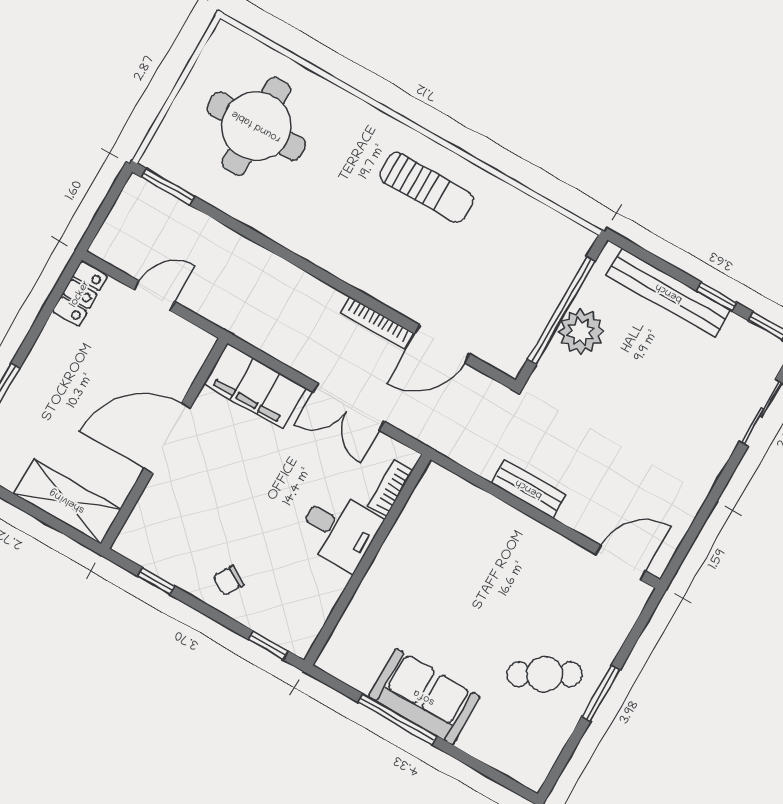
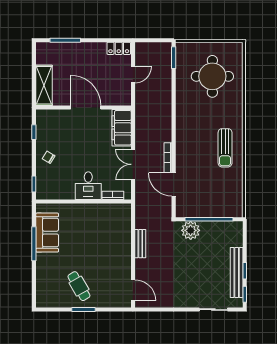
bench: (669, 293) -> (237, 272), moved
door: (154, 296) -> (133, 75), hinge flipped
plant: (581, 332) -> (191, 230), moved
sofa: (424, 697) -> (47, 233), moved

